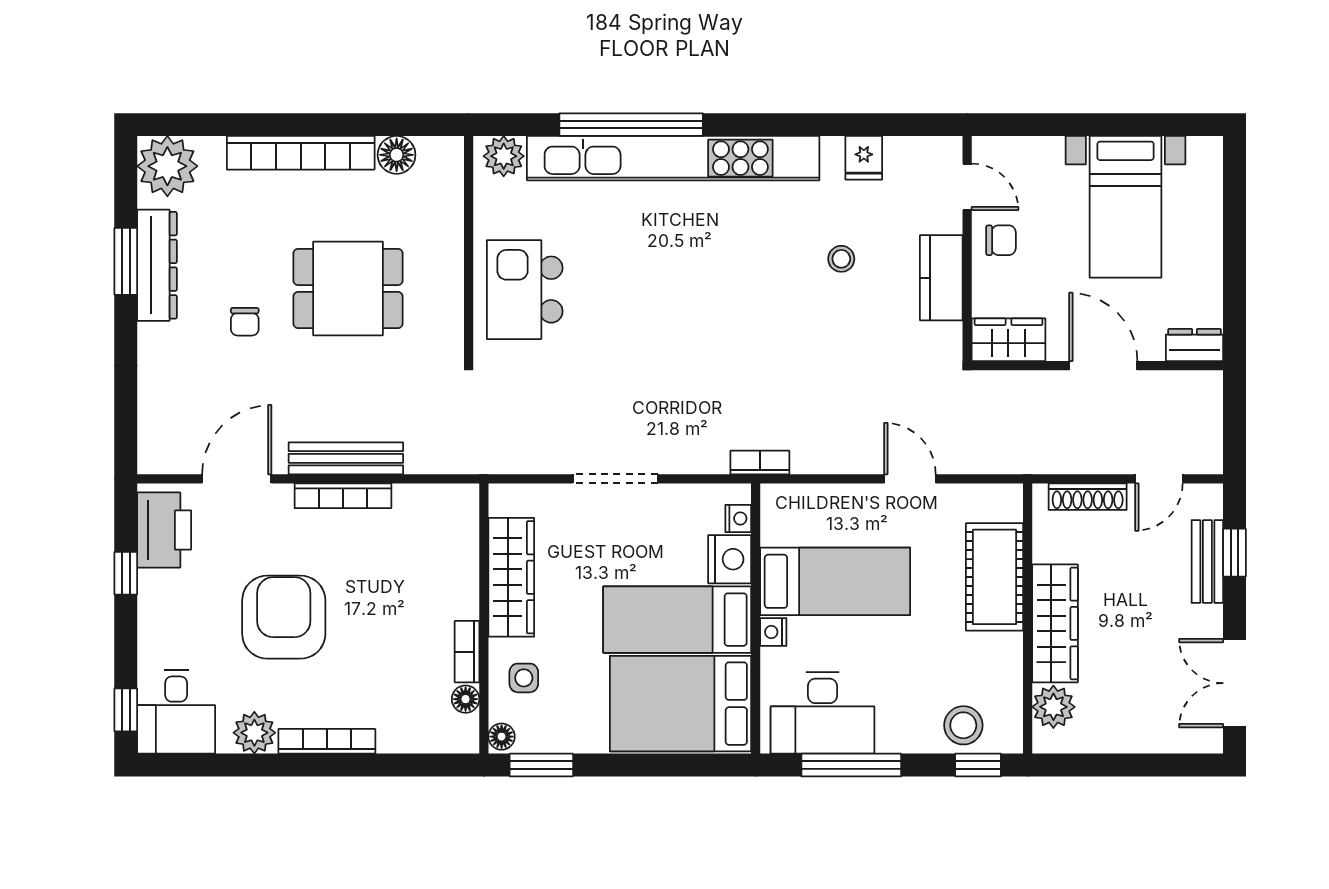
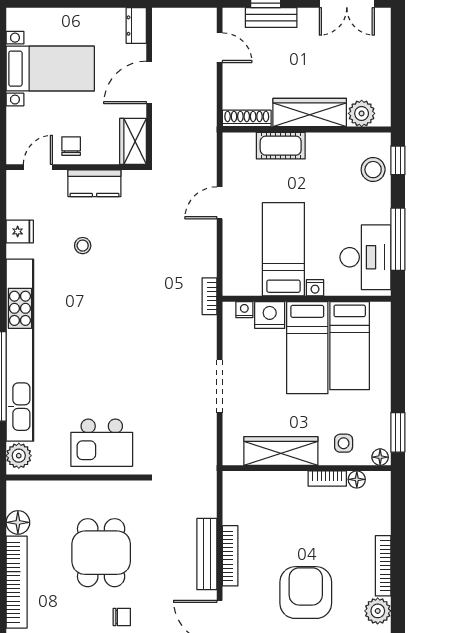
shoe rack: (1088, 497) -> (247, 118), moved, turned -90
cot: (994, 577) -> (281, 146), width x0.73, depth x0.75
armchair: (284, 617) -> (306, 593), turned 90
bed: (680, 704) -> (350, 346), width x0.67

